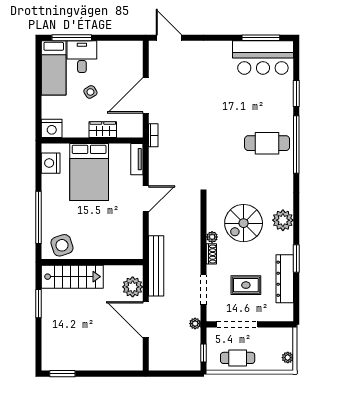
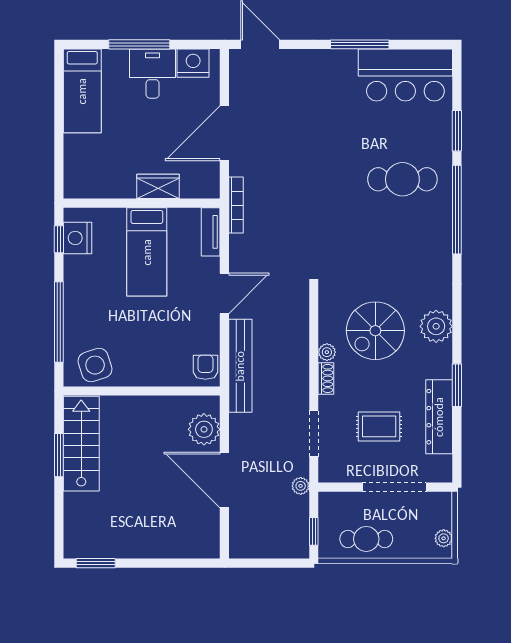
window: (72, 38) -> (139, 44), moved
window: (261, 38) -> (360, 44), moved
desk: (82, 57) -> (153, 74), moved
side table: (90, 92) -> (139, 128), removed
nightstand: (52, 128) -> (193, 63), moved, turned 180
bookcase: (153, 135) -> (236, 205), width x1.56
cafe table: (267, 143) -> (402, 179), moved
window: (39, 164) -> (59, 239), added
bed: (89, 172) -> (147, 252), width x0.67
armchair: (133, 247) -> (205, 367), added
bench: (156, 266) -> (240, 366), moved
stairs: (72, 277) -> (81, 444), moved, turned -90
doorway: (237, 324) -> (394, 487), moved

